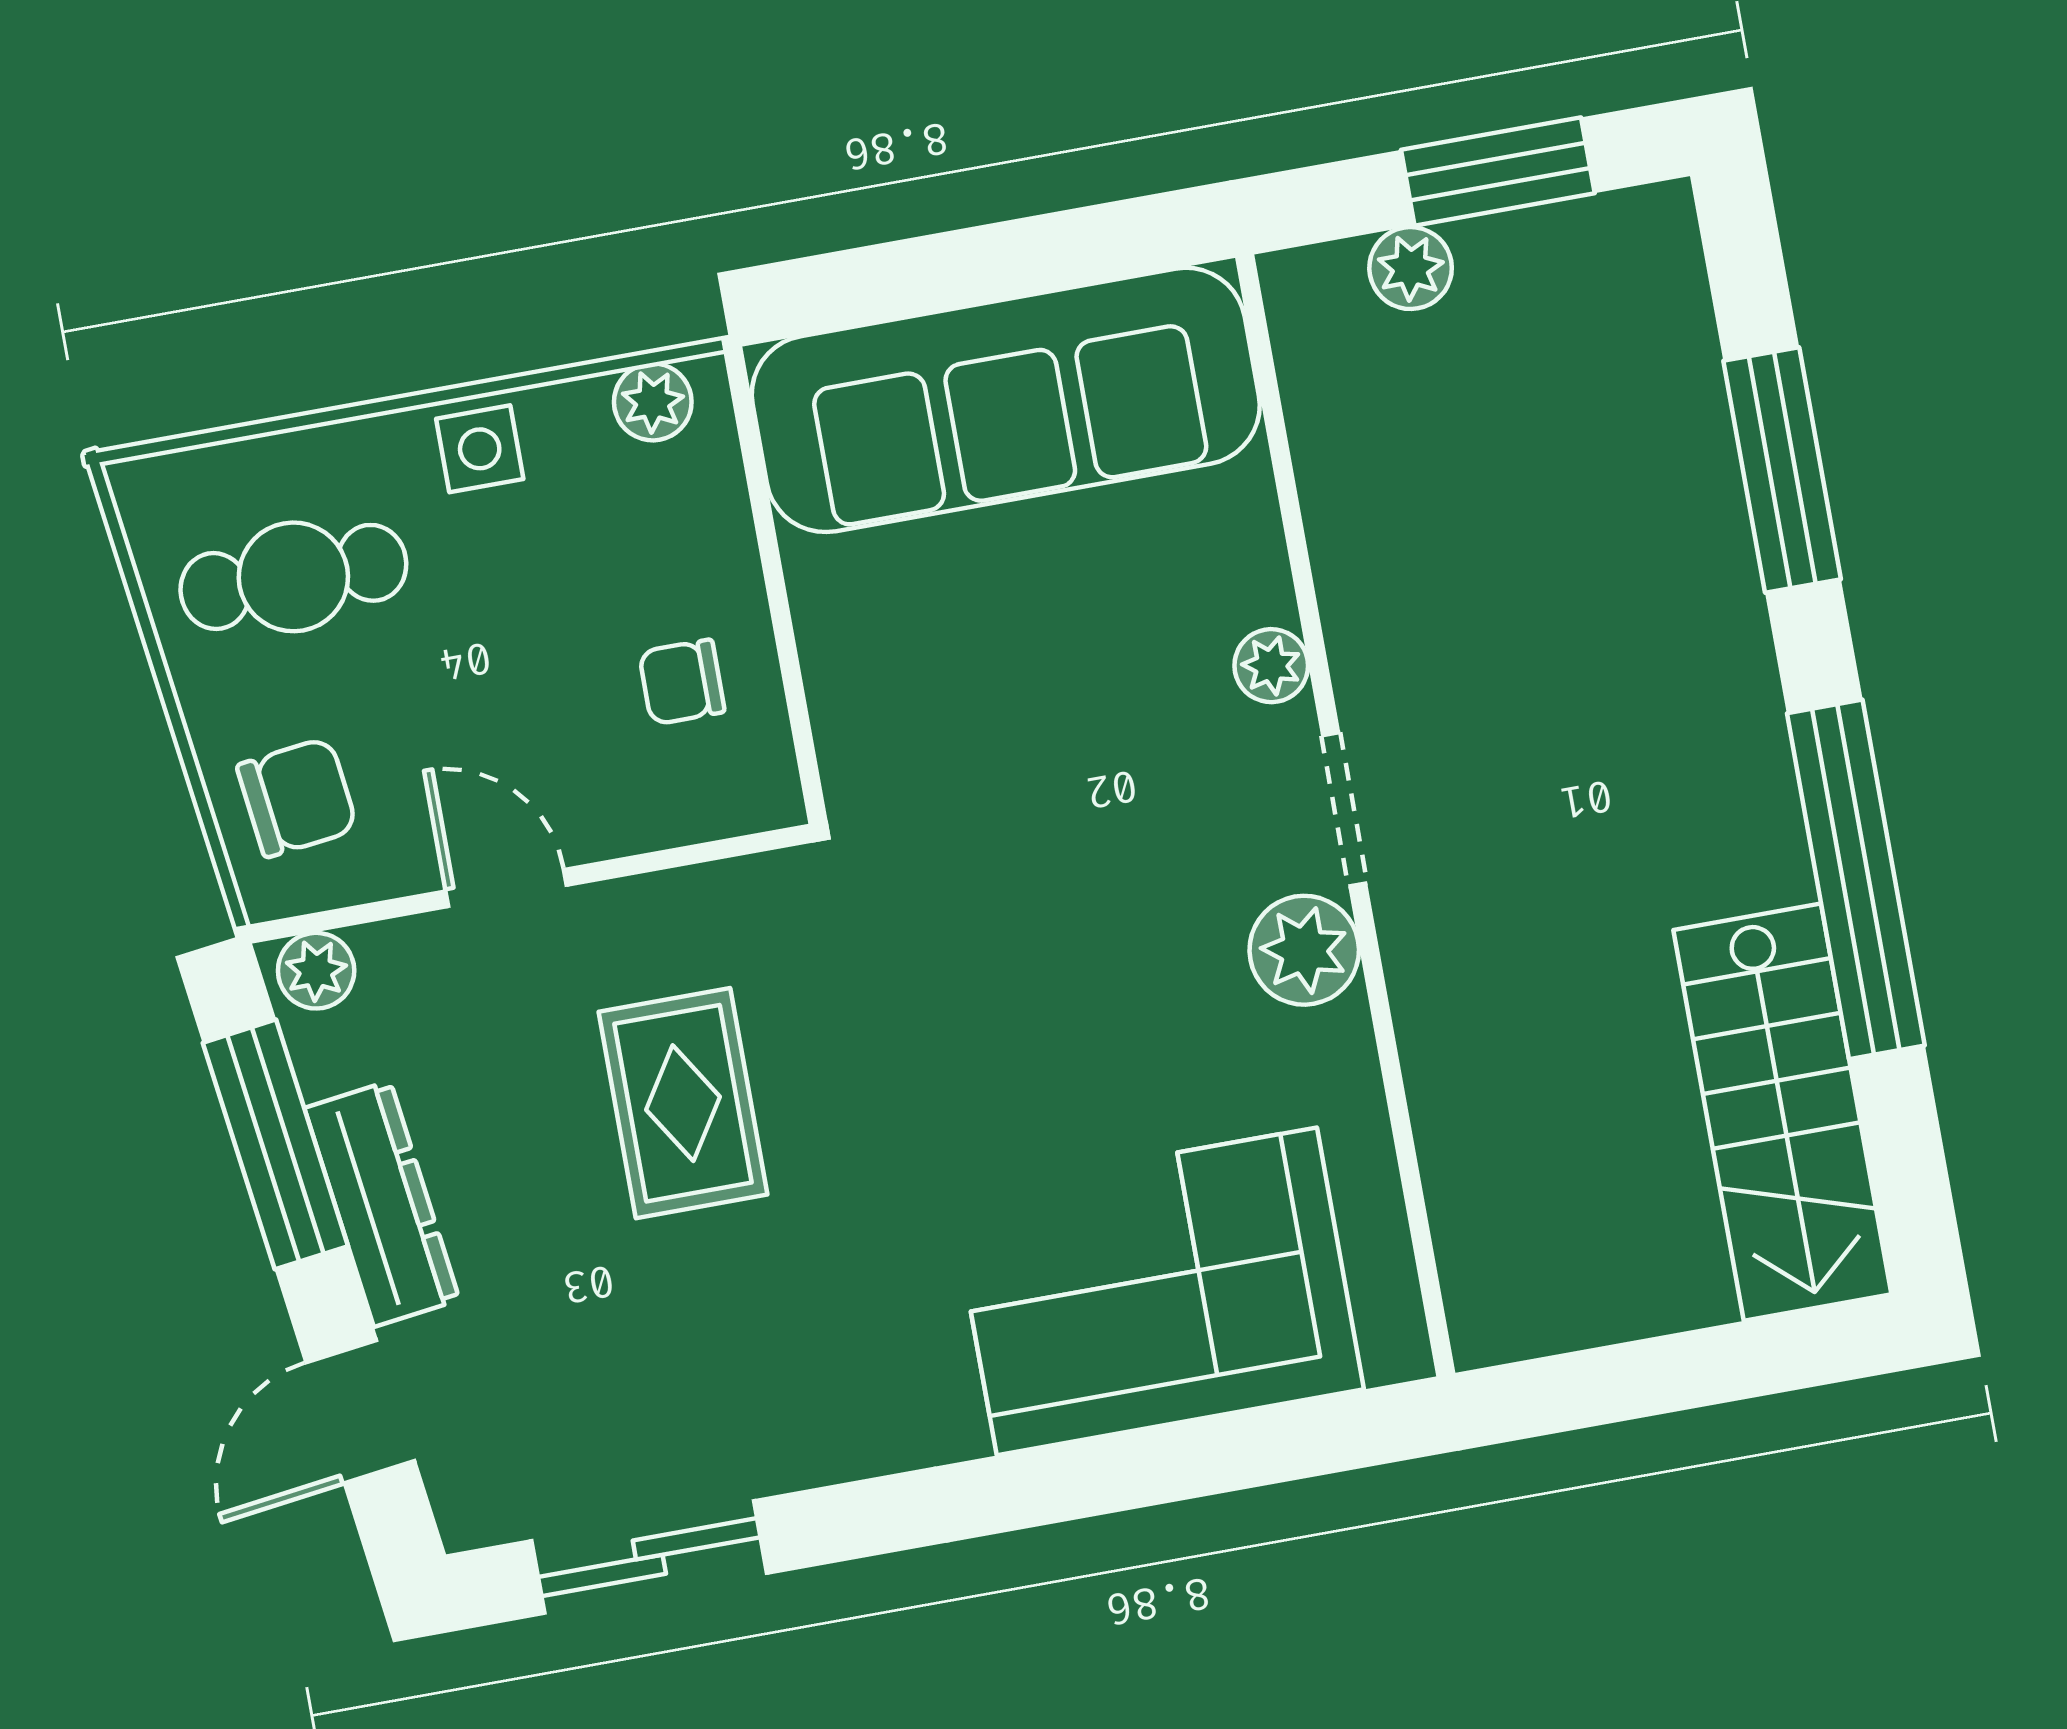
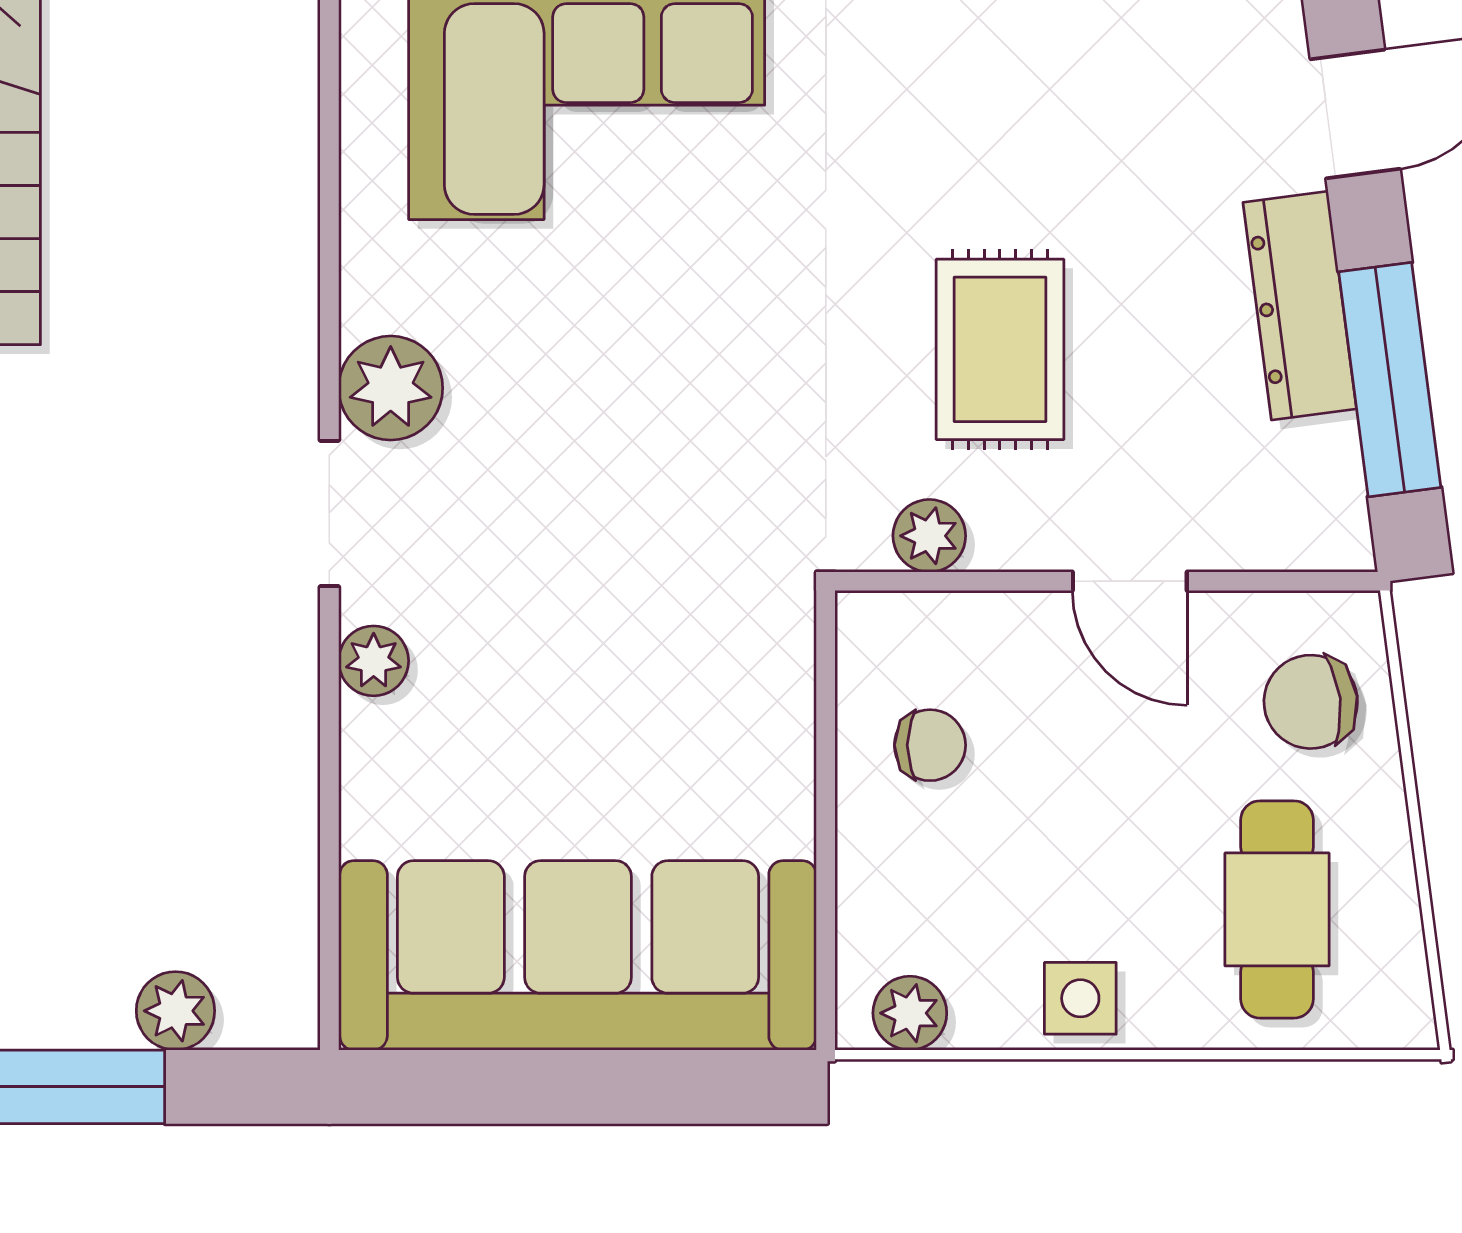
cafe table: (293, 577) -> (1277, 909), turned 90
plant: (316, 971) -> (929, 536), moved

